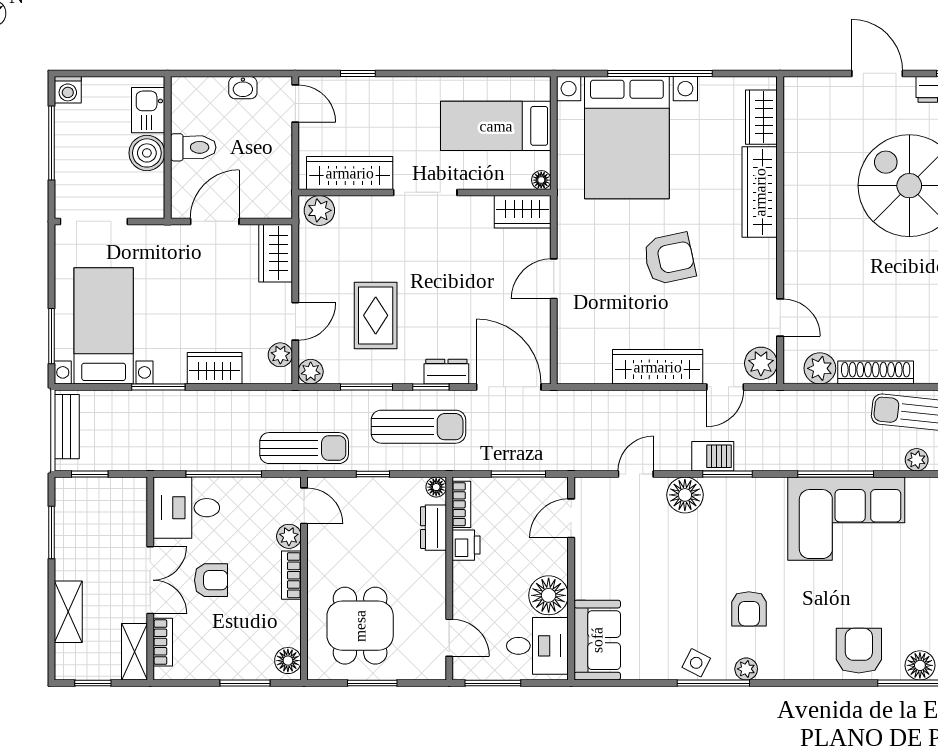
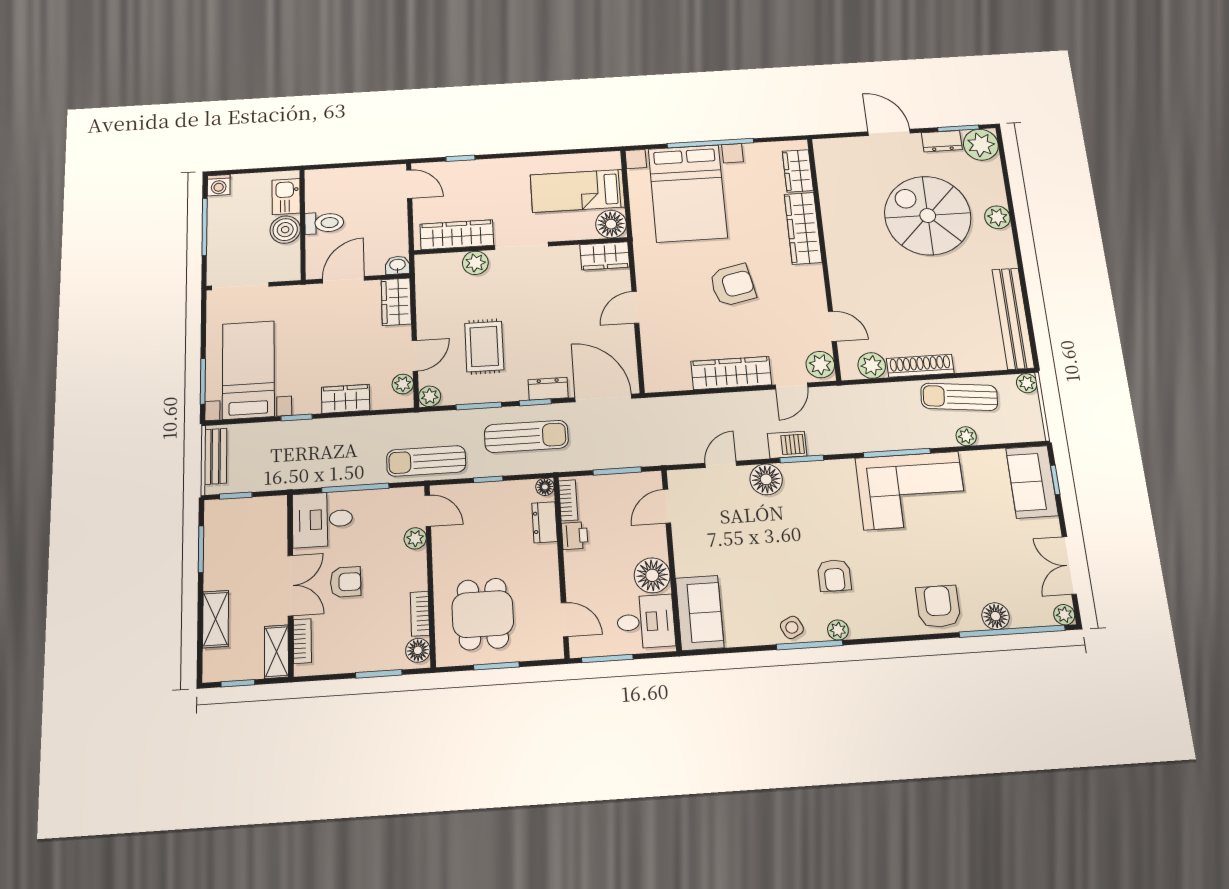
washbasin: (243, 88) -> (397, 265), moved, turned 180
floor lamp: (541, 180) -> (611, 224), width x1.89, depth x1.89
plant: (319, 210) -> (475, 263), moved
window: (158, 387) -> (297, 418), width x0.67
sun lounger: (304, 448) -> (426, 461), turned 180
bookcase: (291, 575) -> (420, 614), moved
side table: (696, 663) -> (792, 627), turned 36

